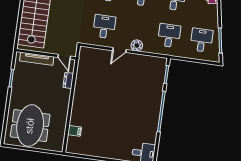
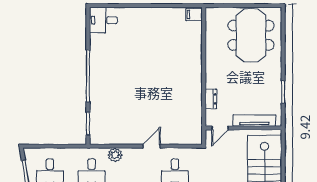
plant: (137, 45) -> (115, 155), moved
door: (64, 57) -> (220, 128), swing flipped
filing cabinet: (75, 131) -> (194, 15), moved

